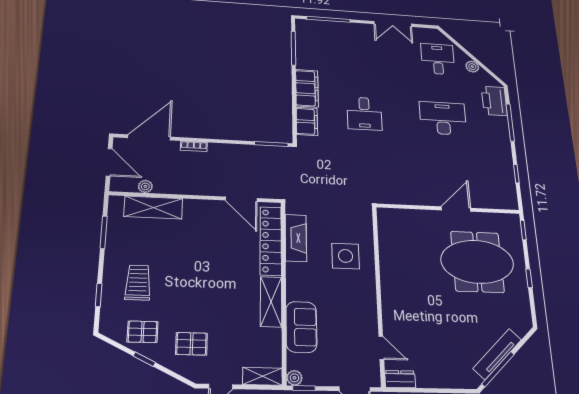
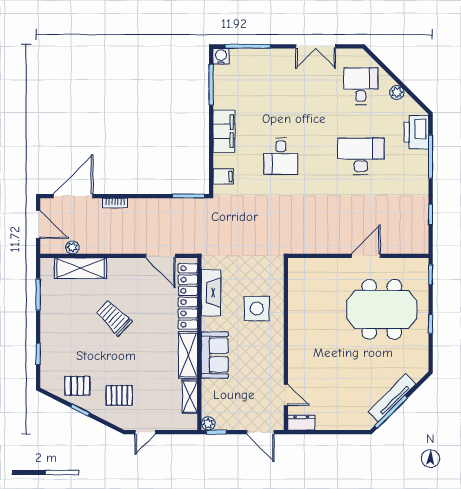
water cooler: (303, 25) -> (221, 56), added
filing cabinet: (307, 121) -> (223, 177), width x0.50
trolley: (138, 283) -> (114, 318), moved, turned -46
sofa: (301, 327) -> (215, 355), moved
shelving: (262, 376) -> (190, 397), moved, turned 90

